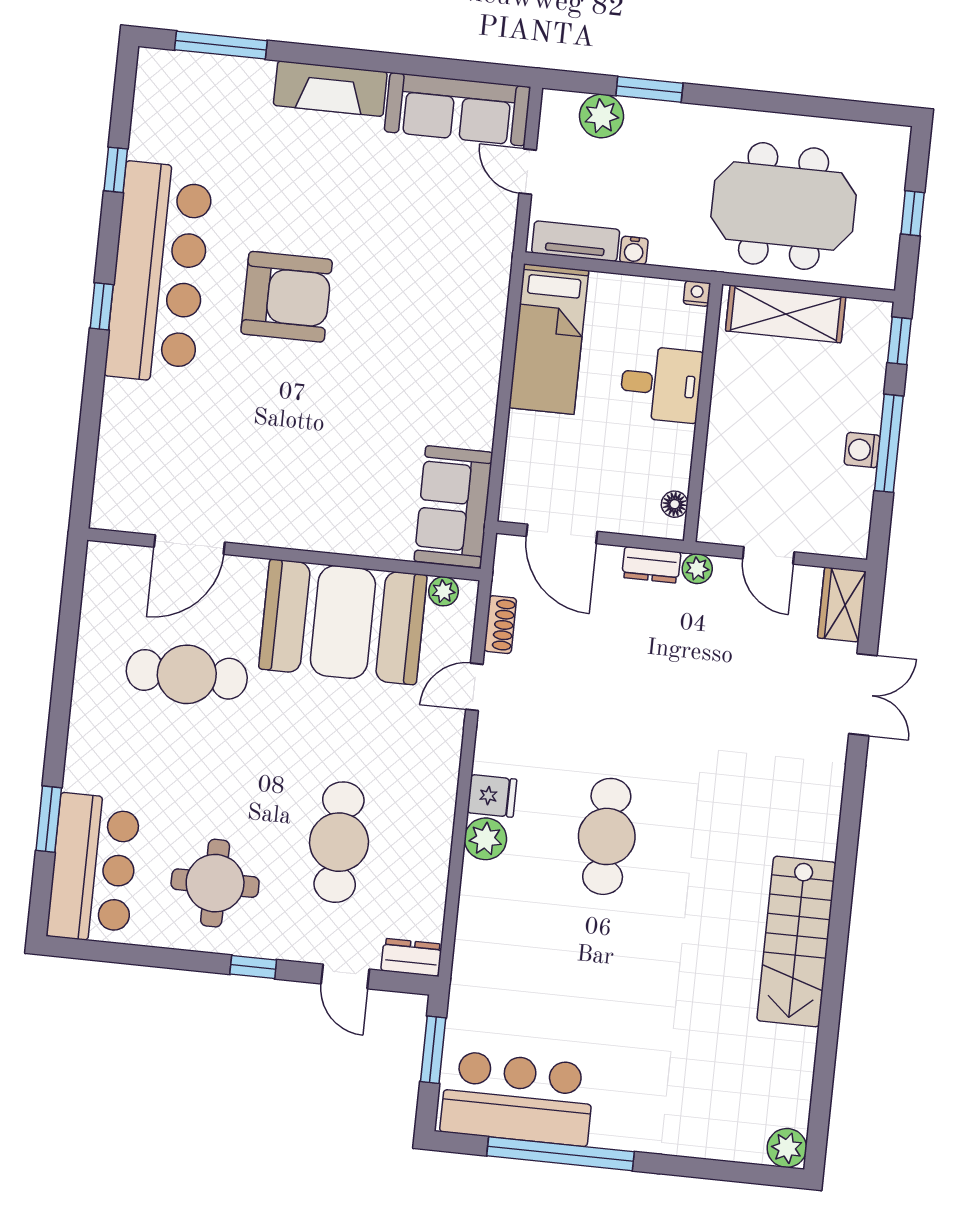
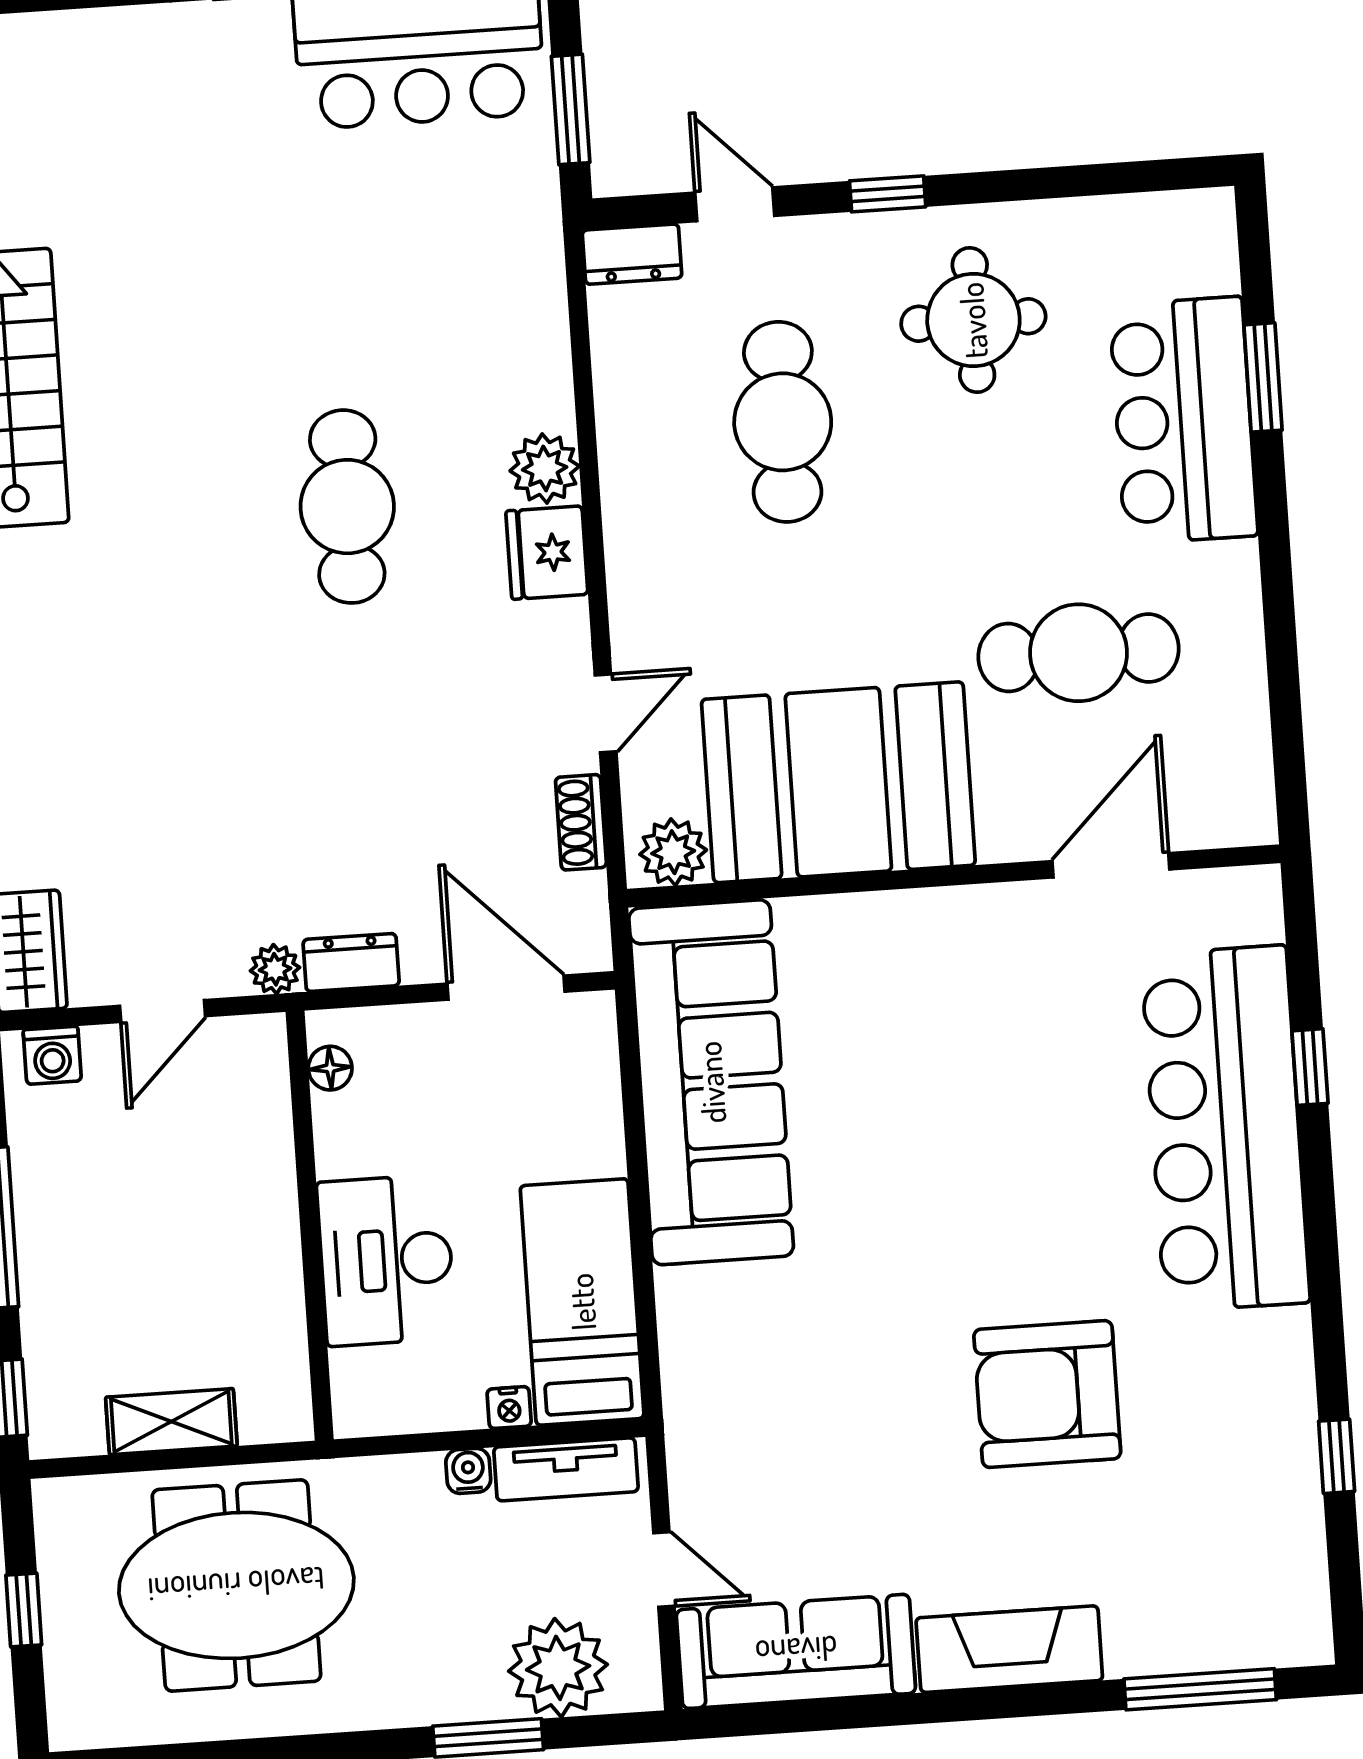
plant: (602, 116) -> (558, 1668), width x1.36, depth x1.36
bar counter: (159, 273) -> (1225, 1128), moved
nightstand: (697, 293) -> (509, 1408), moved
armchair: (287, 297) -> (1047, 1394), moved
window: (102, 306) -> (1310, 1067), moved
shelving: (786, 314) -> (171, 1422), width x0.67, depth x0.75
desk: (661, 384) -> (386, 1260), width x1.37
washing machine: (862, 450) -> (52, 1055), moved, turned 90
sofa: (453, 507) -> (711, 1082), width x1.85, depth x1.27
door: (768, 555) -> (163, 1011), swing flipped
plant: (443, 591) -> (673, 852), width x1.38, depth x1.38
fridge: (492, 796) -> (547, 553), width x1.38
bar counter: (94, 868) -> (1183, 420), moved

